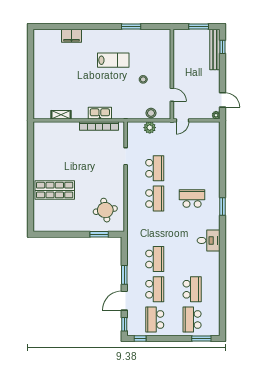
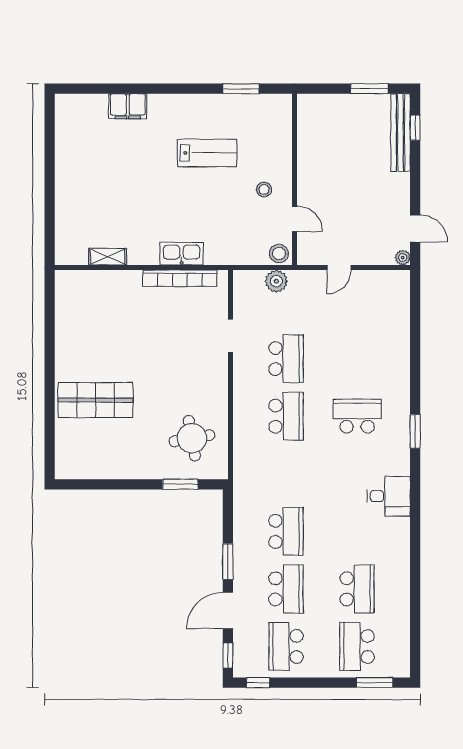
wall: (172, 74) -> (295, 179), moved
door: (172, 95) -> (295, 219), moved

